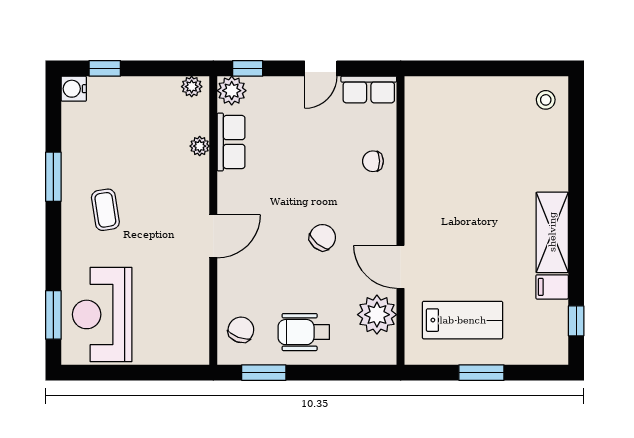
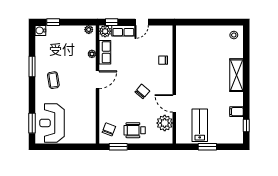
row of seats: (369, 89) -> (123, 31), moved
shelving: (552, 232) -> (236, 75), moved
door: (213, 236) -> (98, 80), moved
lab bench: (463, 320) -> (200, 125), turned -90

